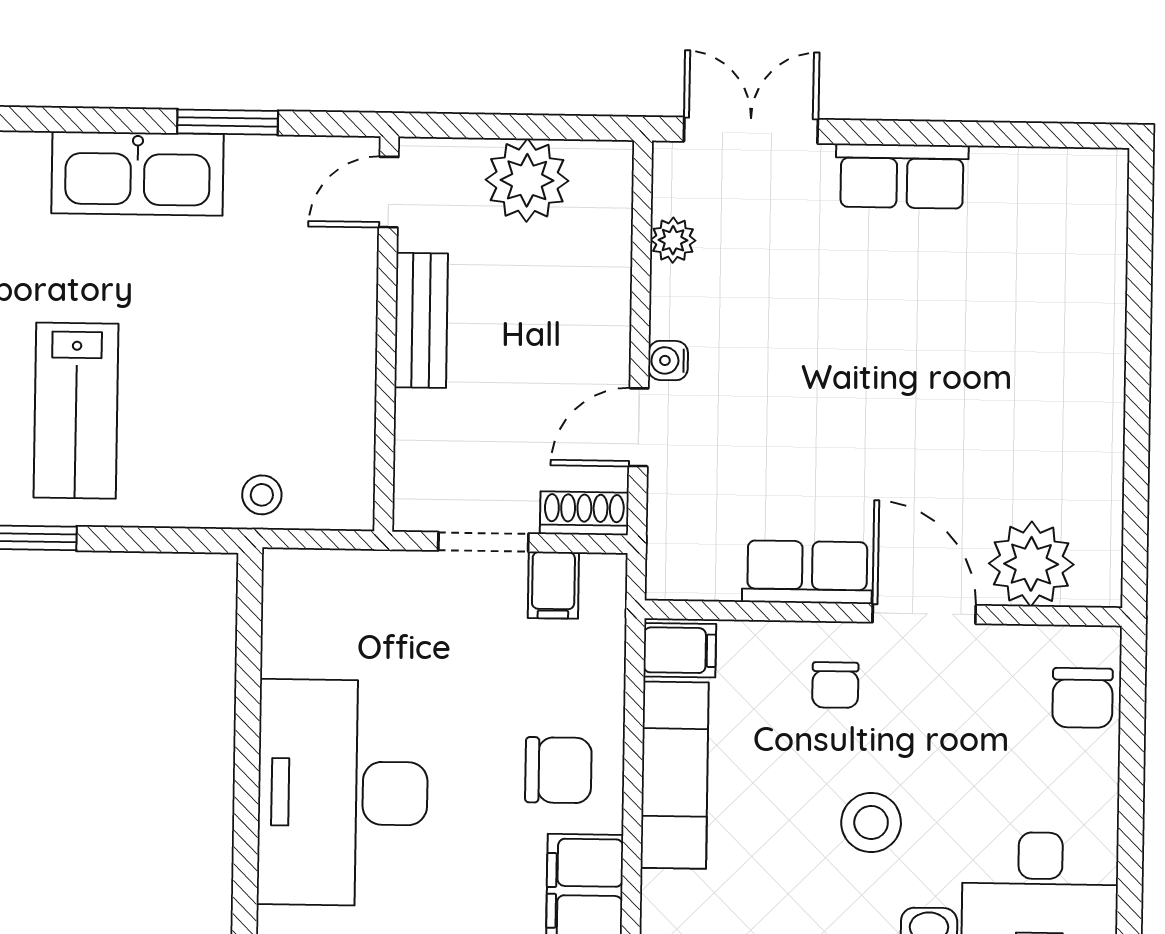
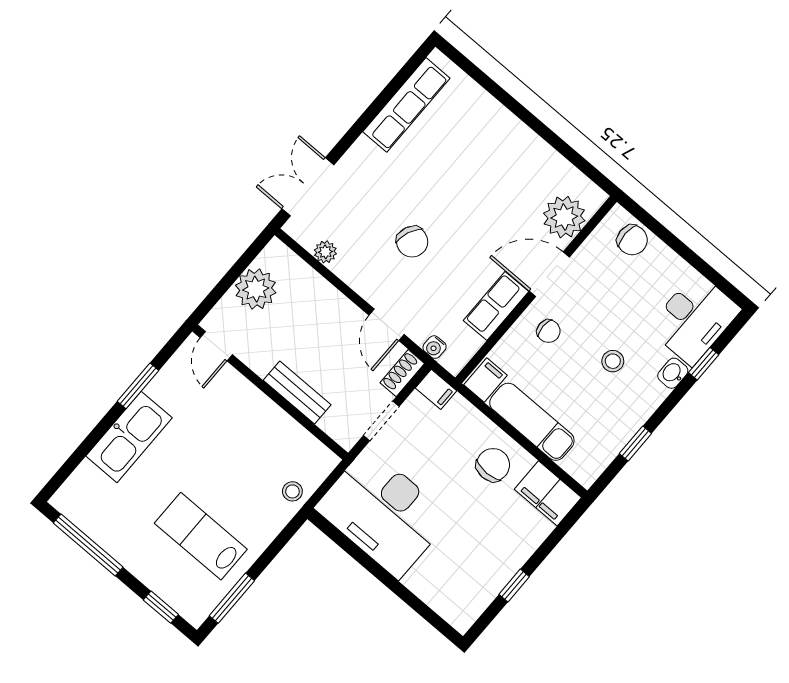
row of seats: (902, 176) -> (406, 105), moved, width x1.48
bench: (421, 320) -> (297, 392), moved
water cooler: (668, 361) -> (435, 347), moved
chair: (799, 361) -> (412, 242), added
lab bench: (76, 411) -> (201, 536), turned 180
filing cabinet: (553, 585) -> (436, 389), moved
desk: (343, 793) -> (383, 513), moved
stool: (871, 822) -> (613, 361), width x0.73, depth x0.73

